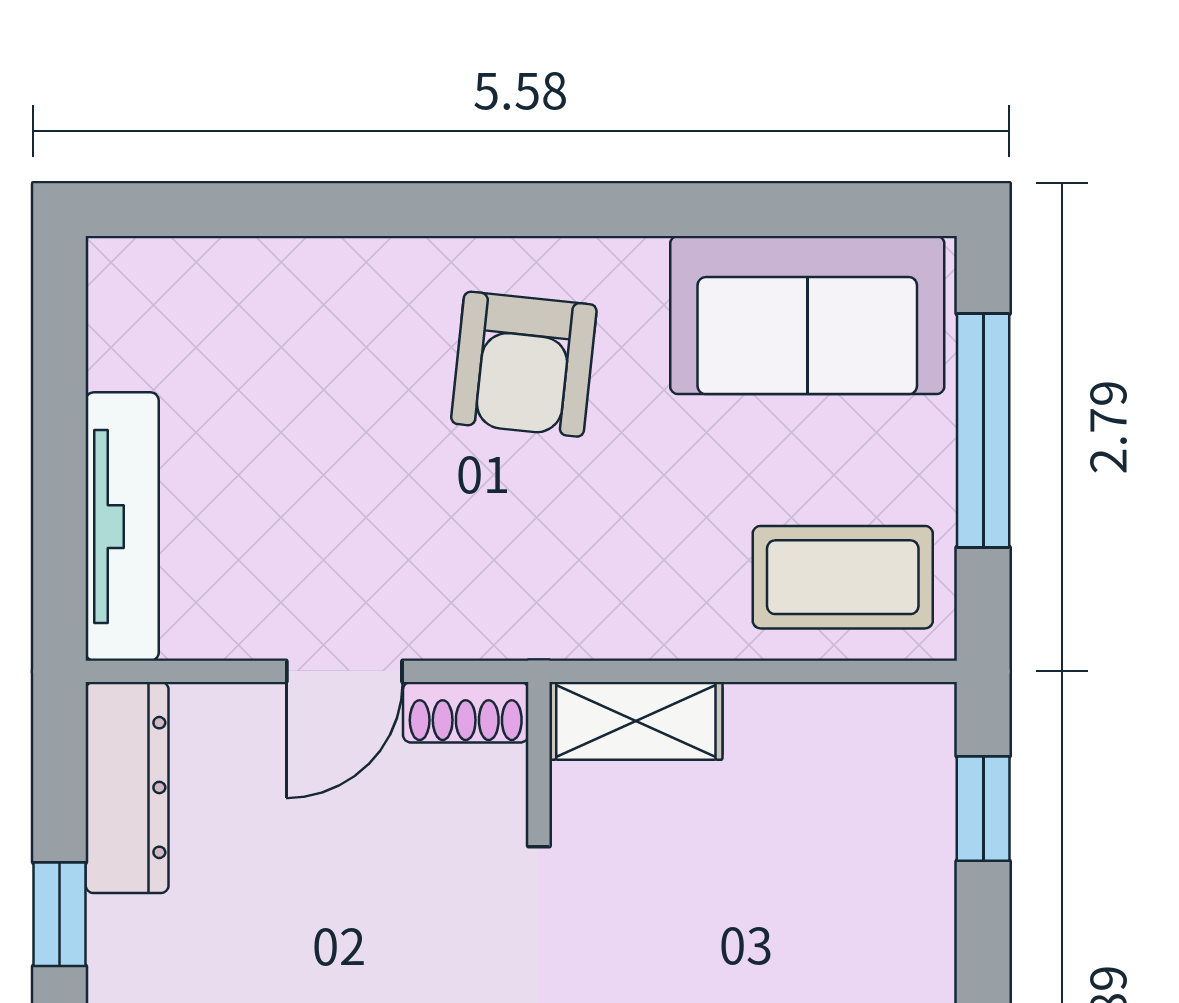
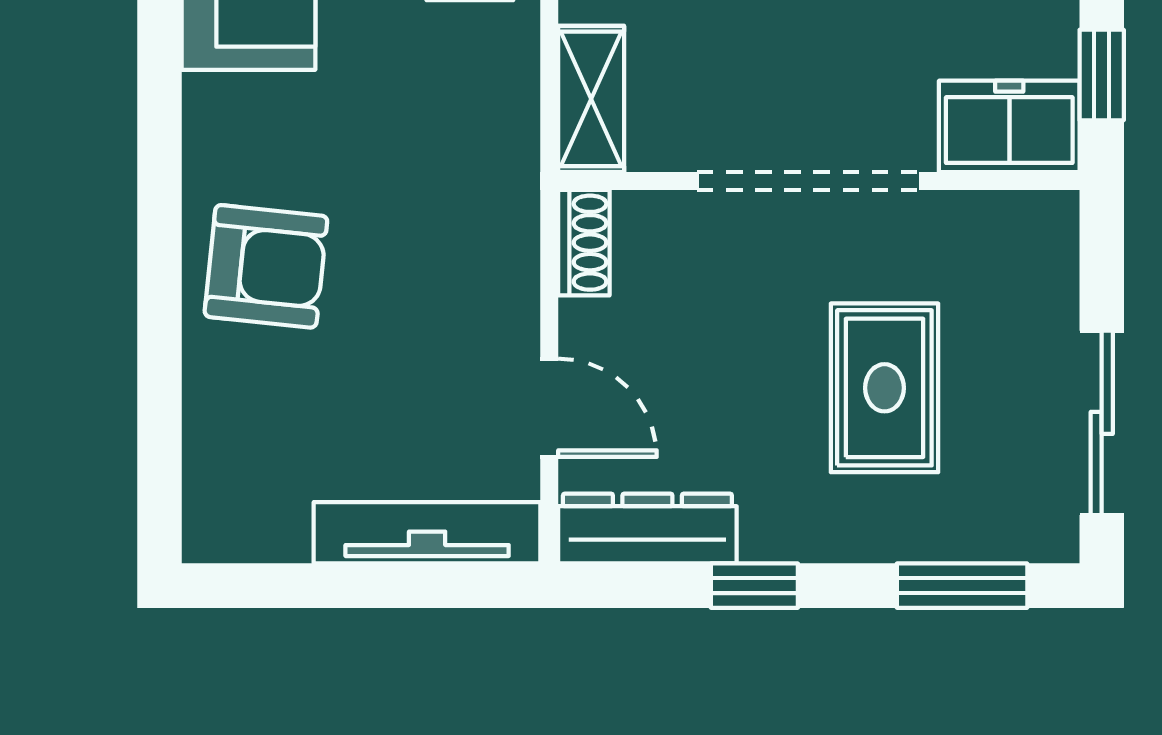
armchair: (524, 364) -> (266, 266), moved
door: (344, 671) -> (549, 408), moved

